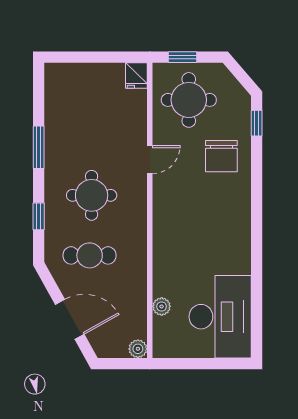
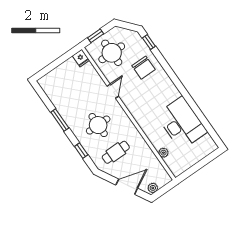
desk: (220, 317) -> (182, 123), moved
plant: (138, 349) -> (153, 188), moved

